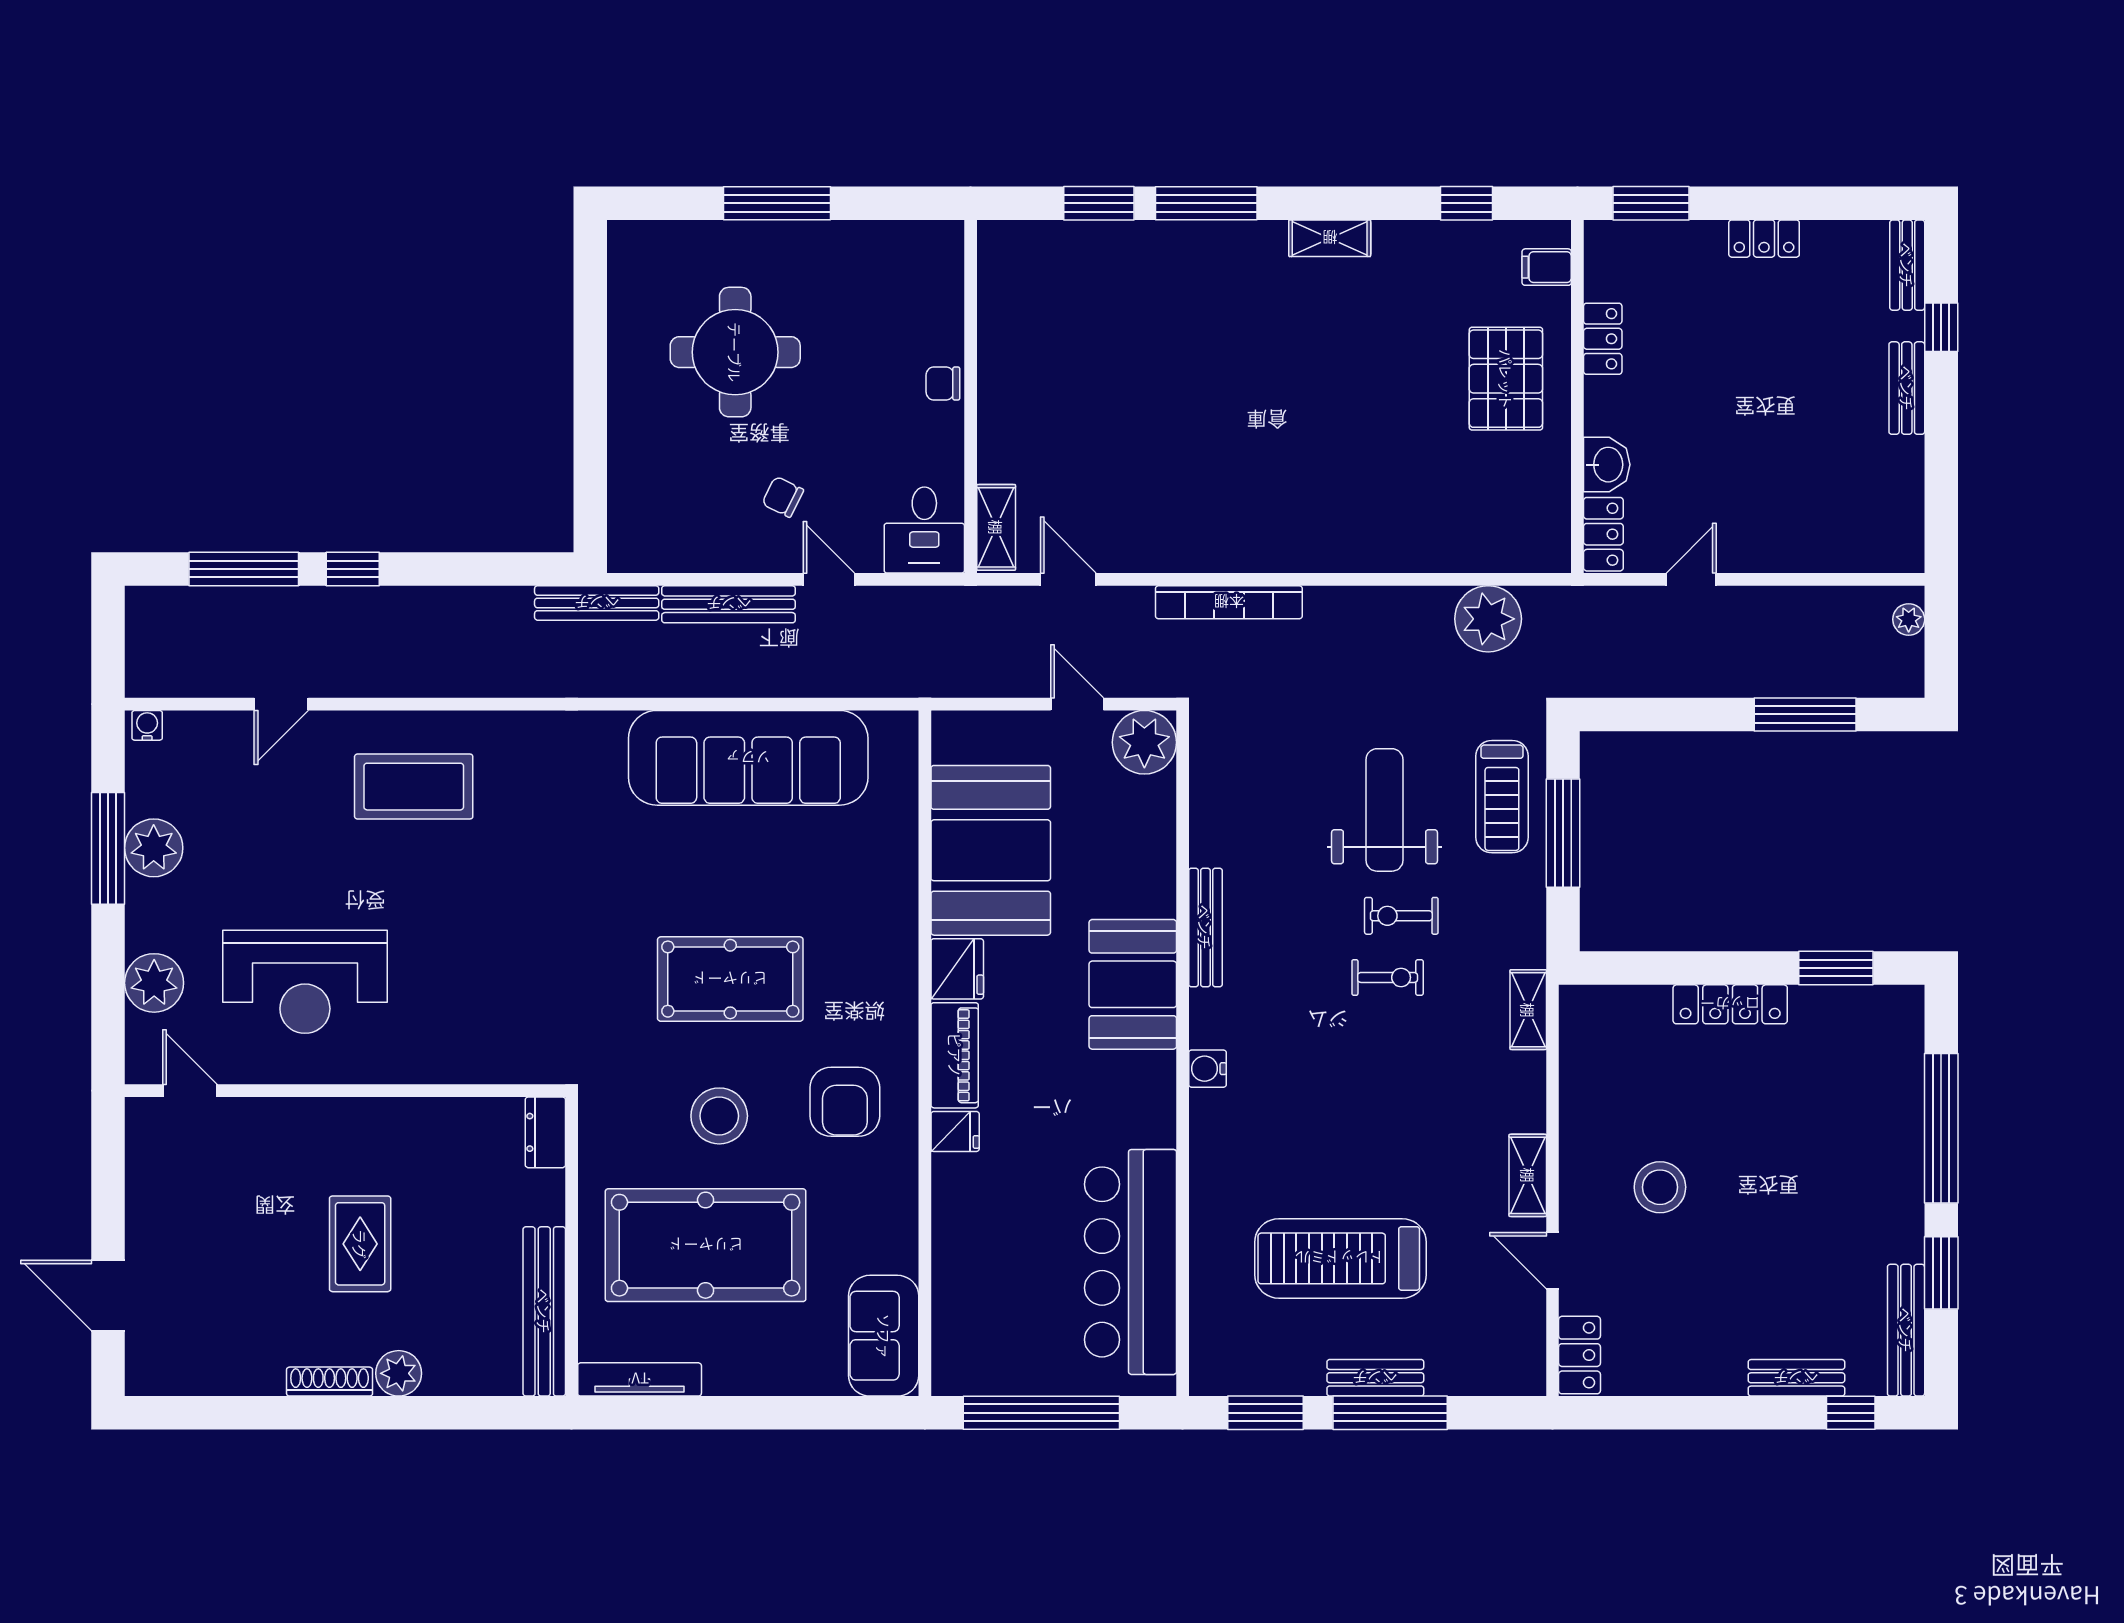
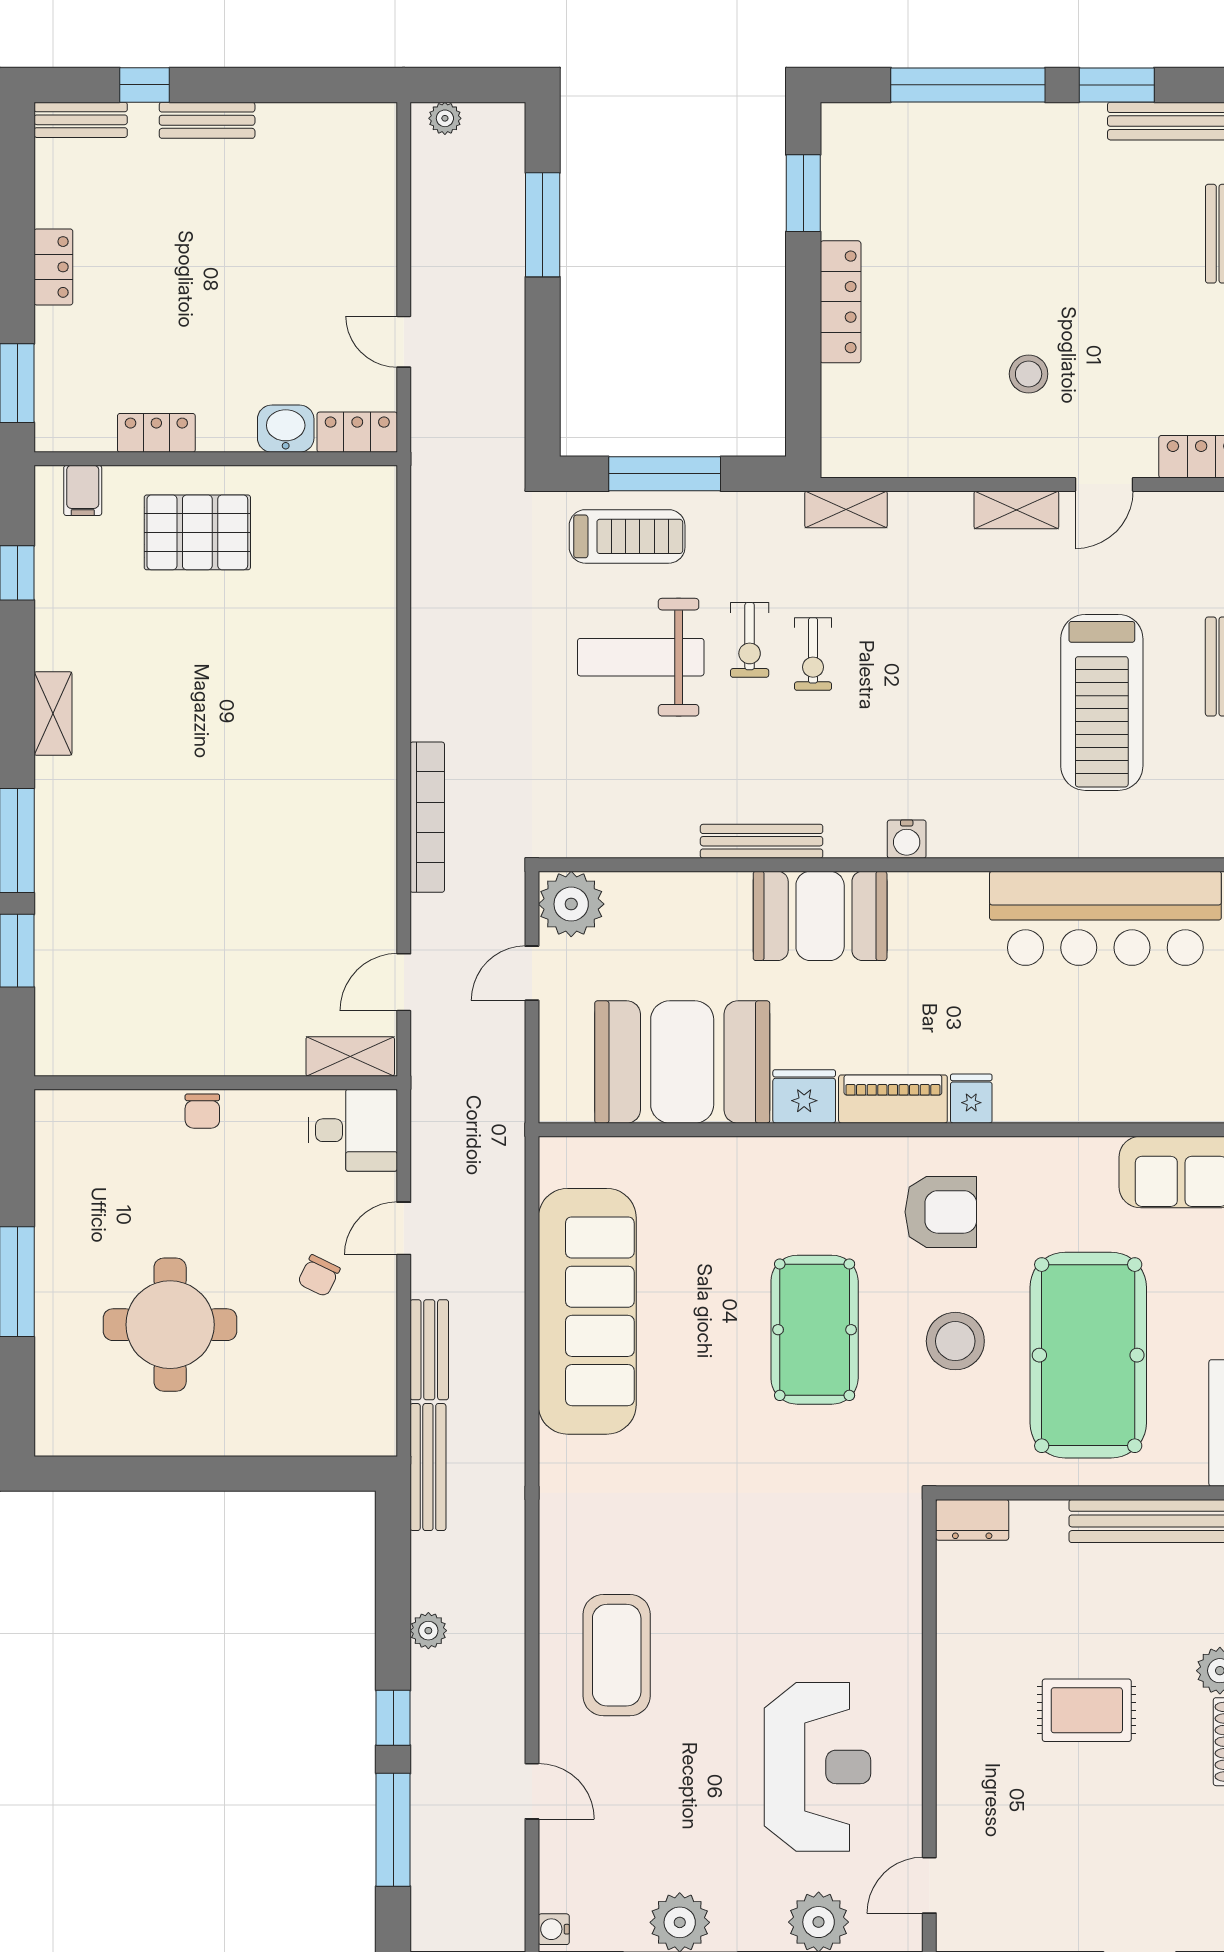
bench: (729, 604) -> (429, 1350), width x0.73
plant: (1488, 619) -> (428, 1631), moved, width x0.53, depth x0.53
exercise bike: (1388, 977) -> (813, 654), turned 180
stool: (1660, 1187) -> (1029, 374), width x0.73, depth x0.73

